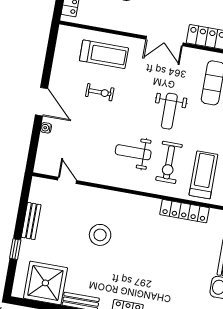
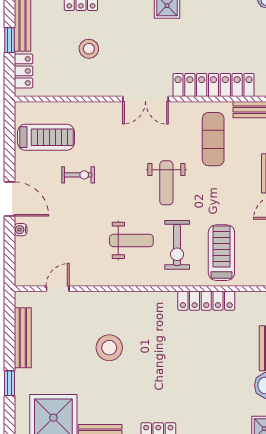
treadmill: (104, 54) -> (46, 137), moved
weight bench: (133, 152) -> (131, 240), turned 180
door: (67, 180) -> (58, 289), hinge flipped
bench: (31, 221) -> (23, 338), width x1.36

